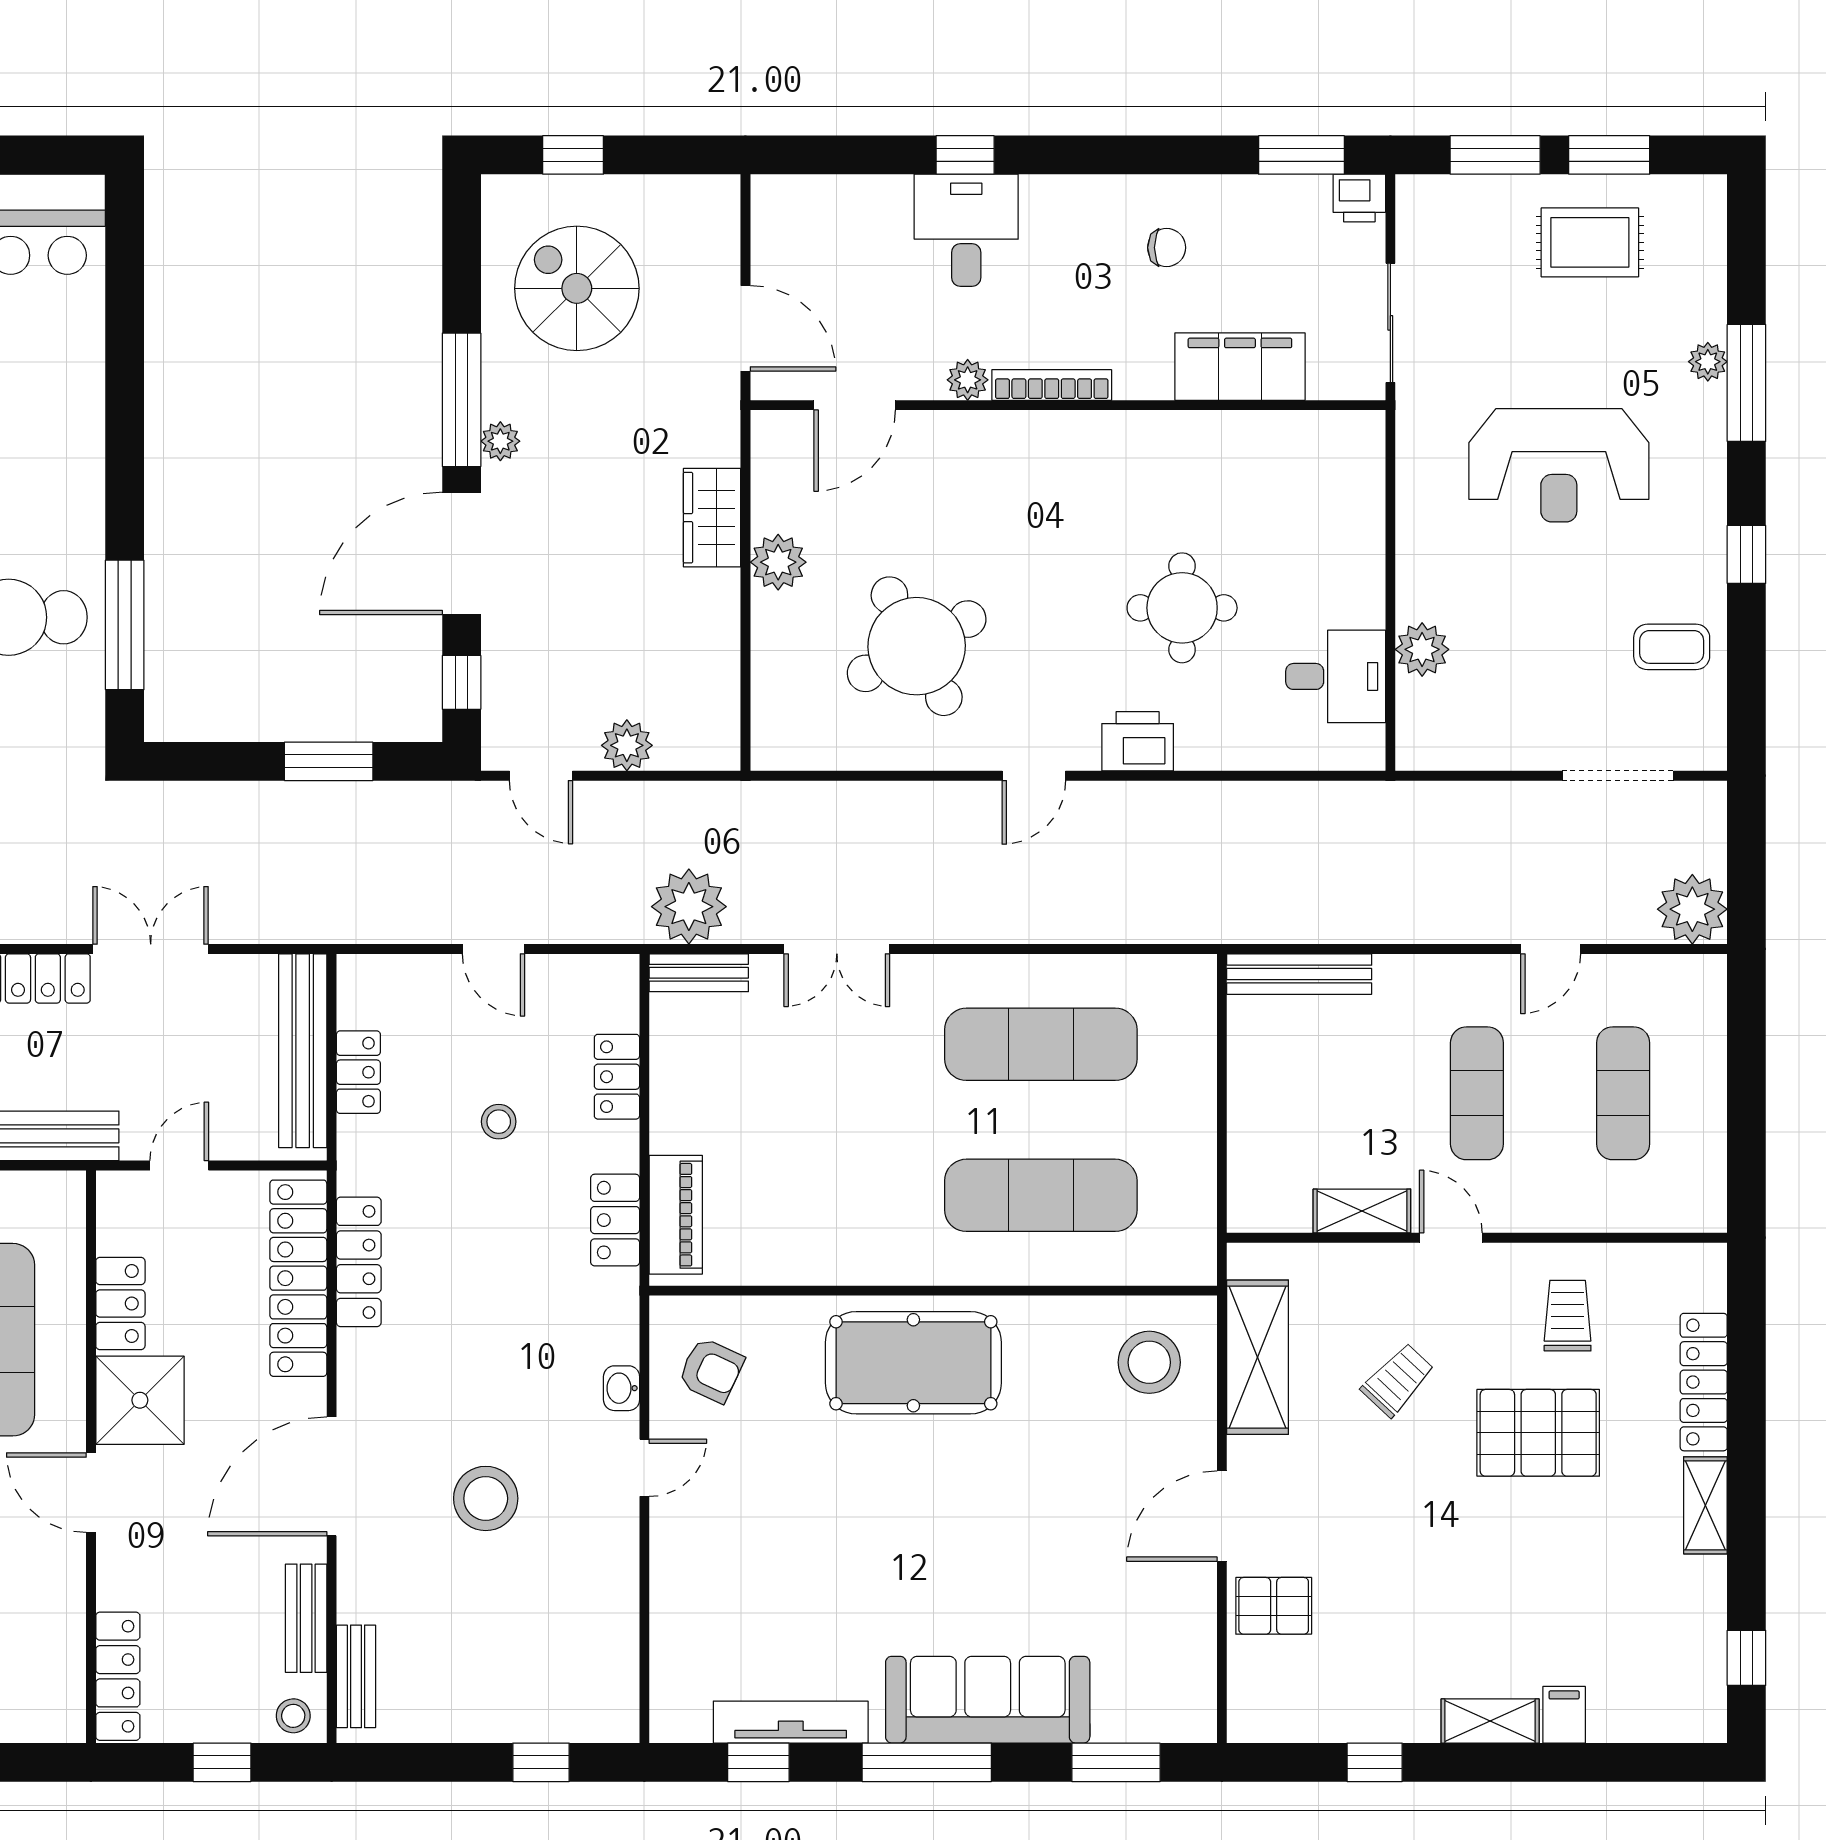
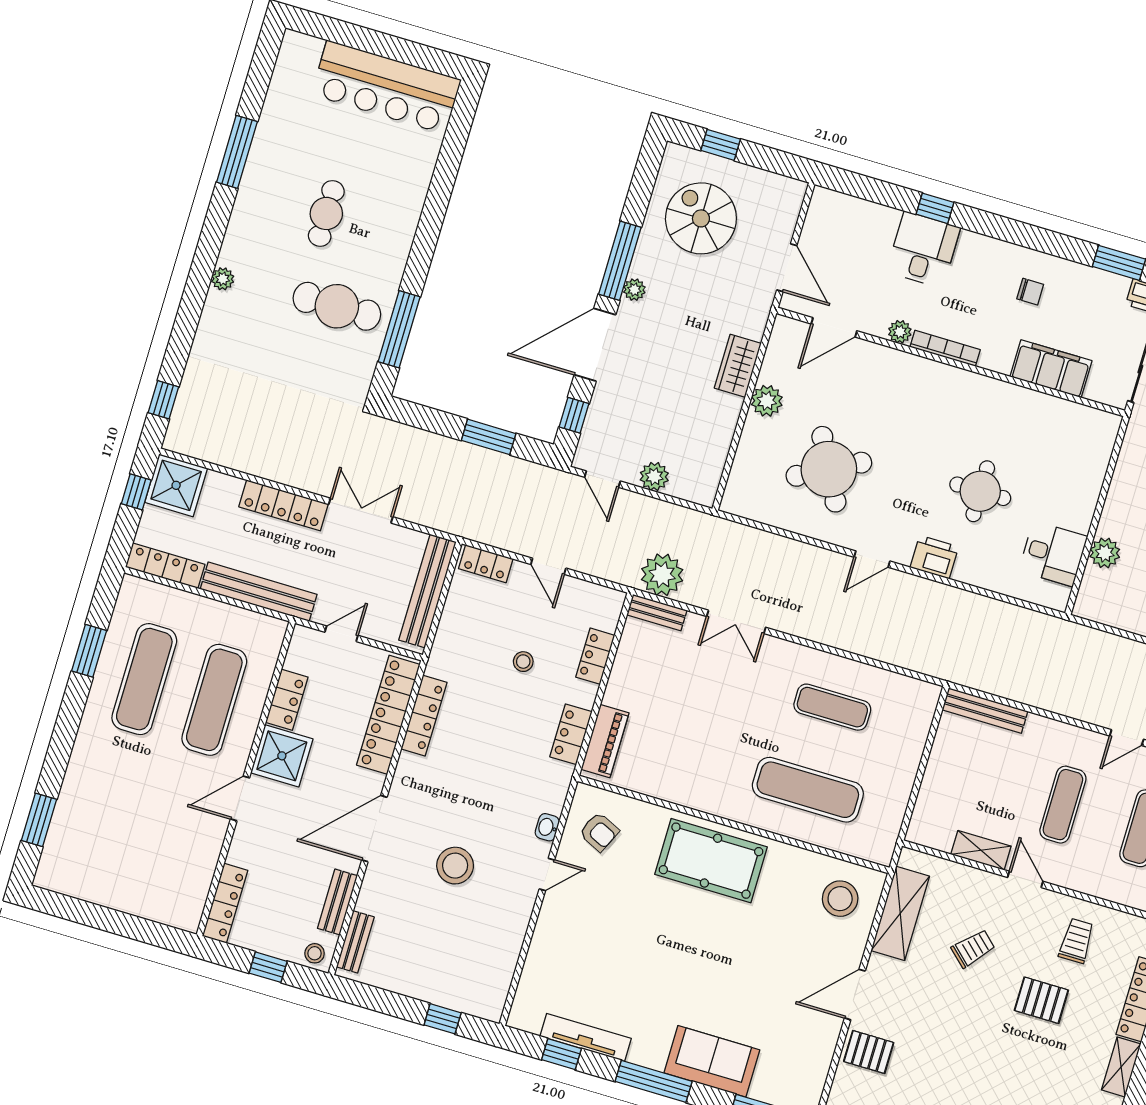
exercise mat: (1041, 1044) -> (832, 707), width x0.73, depth x0.69
locker: (358, 1072) -> (486, 564), moved, turned 90
pallet: (1538, 1433) -> (1041, 1000), width x0.67, depth x0.71
door: (91, 1493) -> (240, 798), hinge flipped
sofa: (988, 1700) -> (712, 1061), width x0.73

